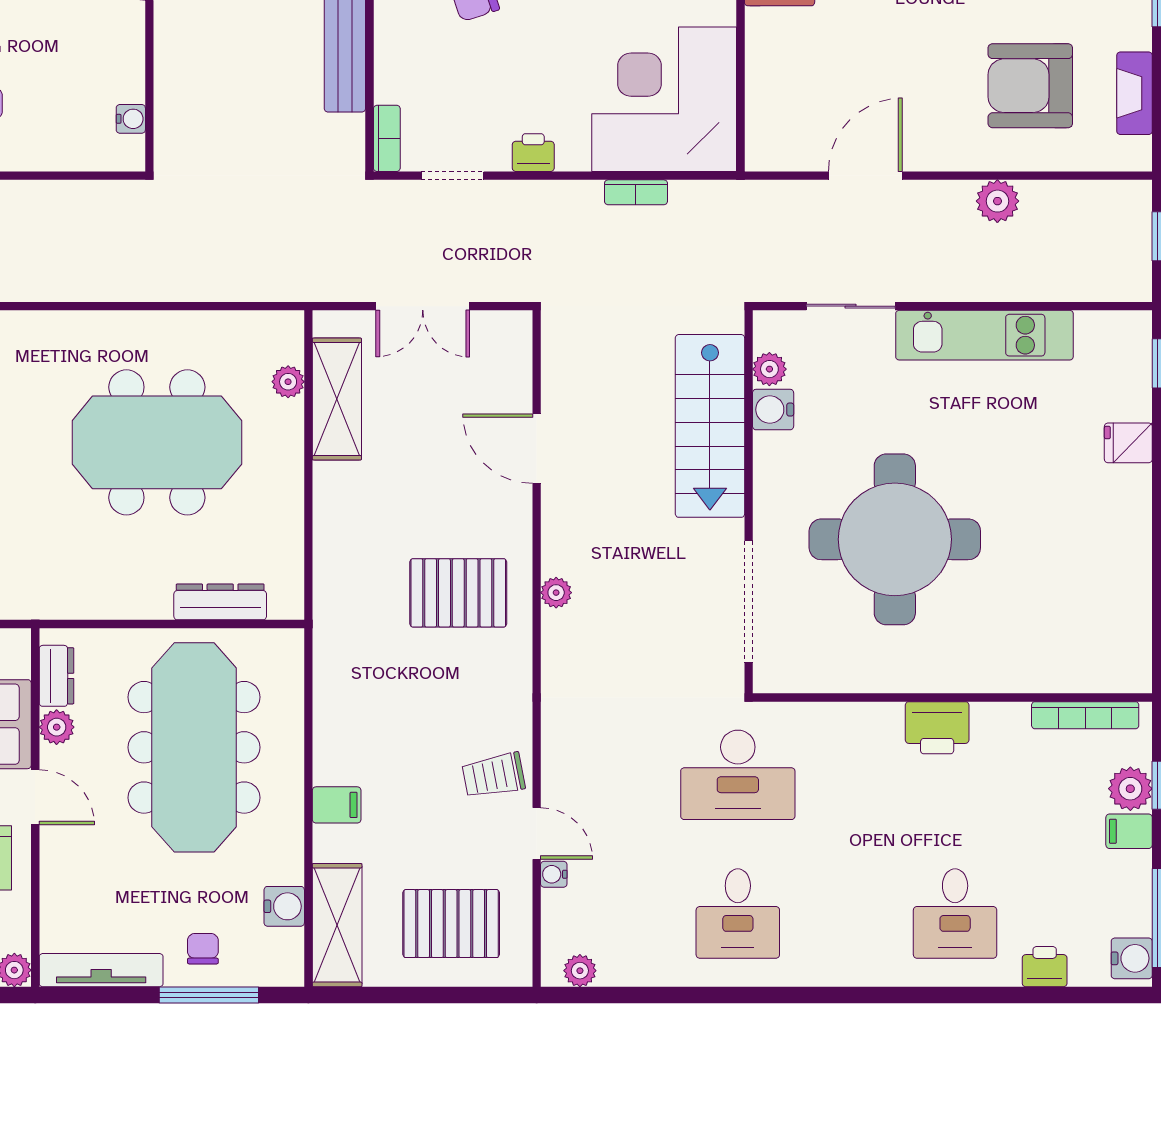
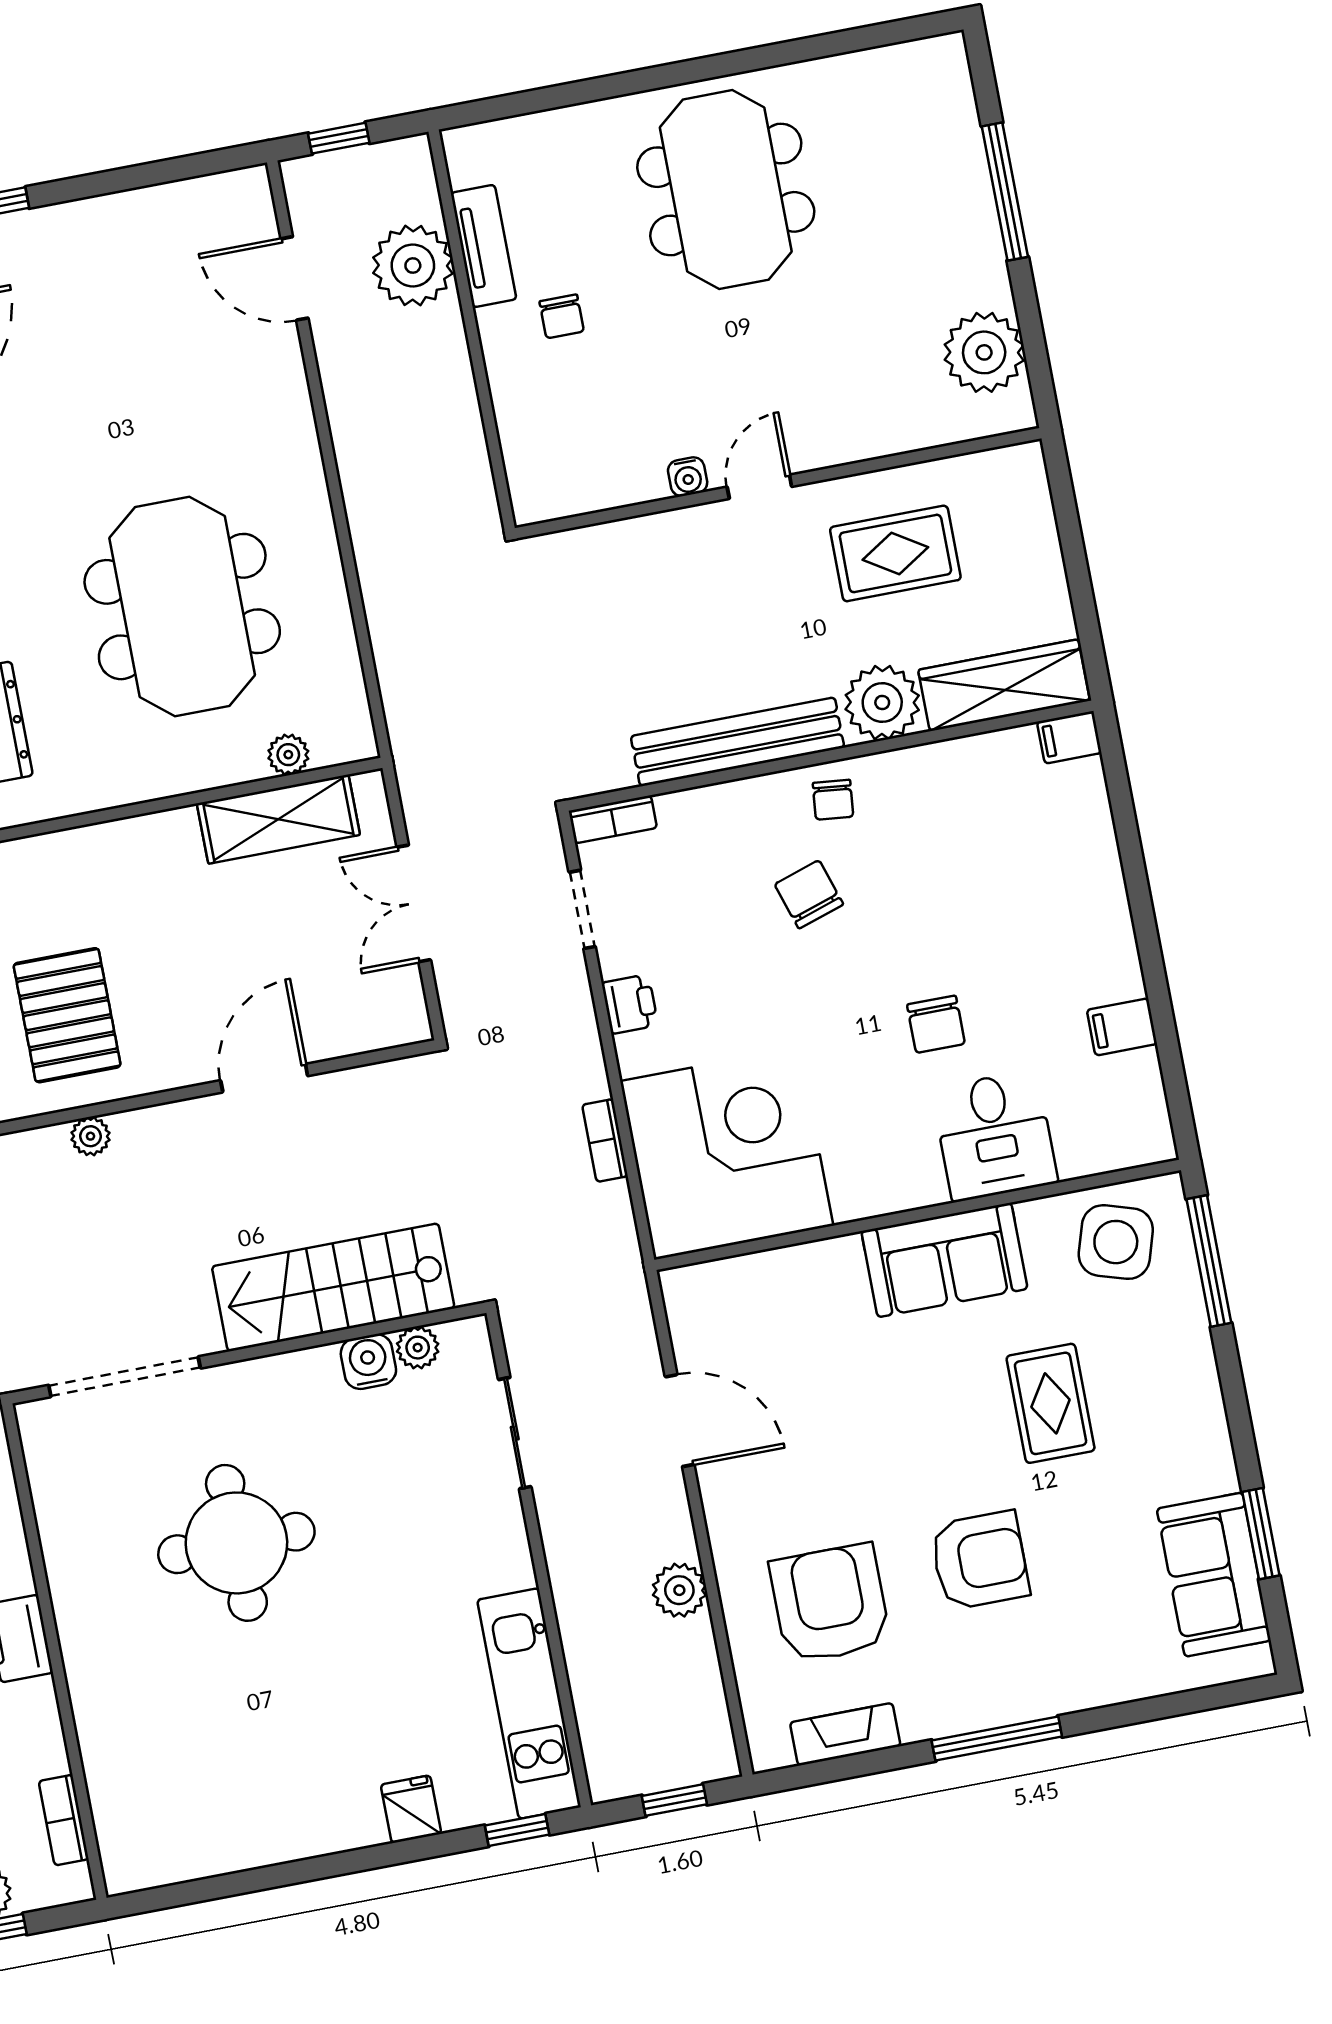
water cooler: (131, 119) -> (688, 477), moved
kitchen unit: (984, 335) -> (529, 1704), moved
round table: (895, 539) -> (236, 1543), width x0.73, depth x0.73
bookcase: (1085, 715) -> (64, 1820), width x0.64

